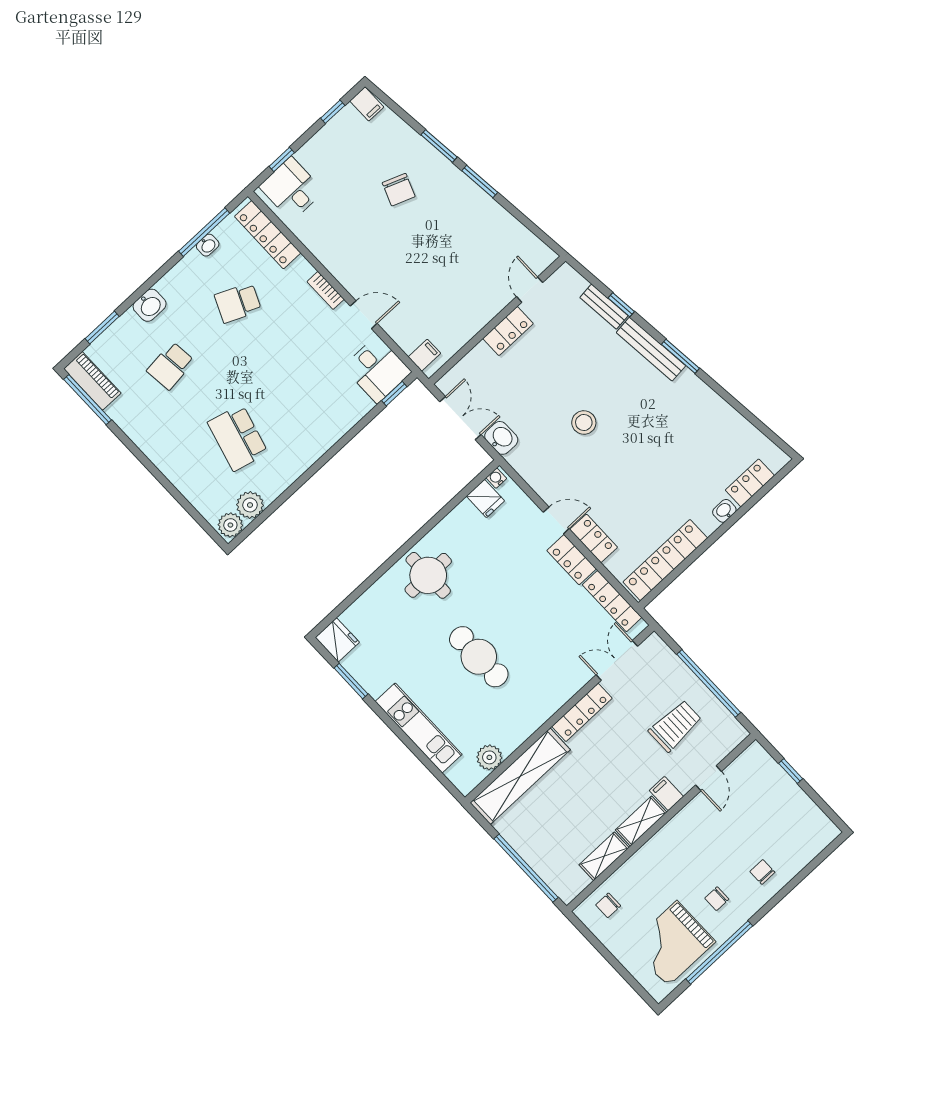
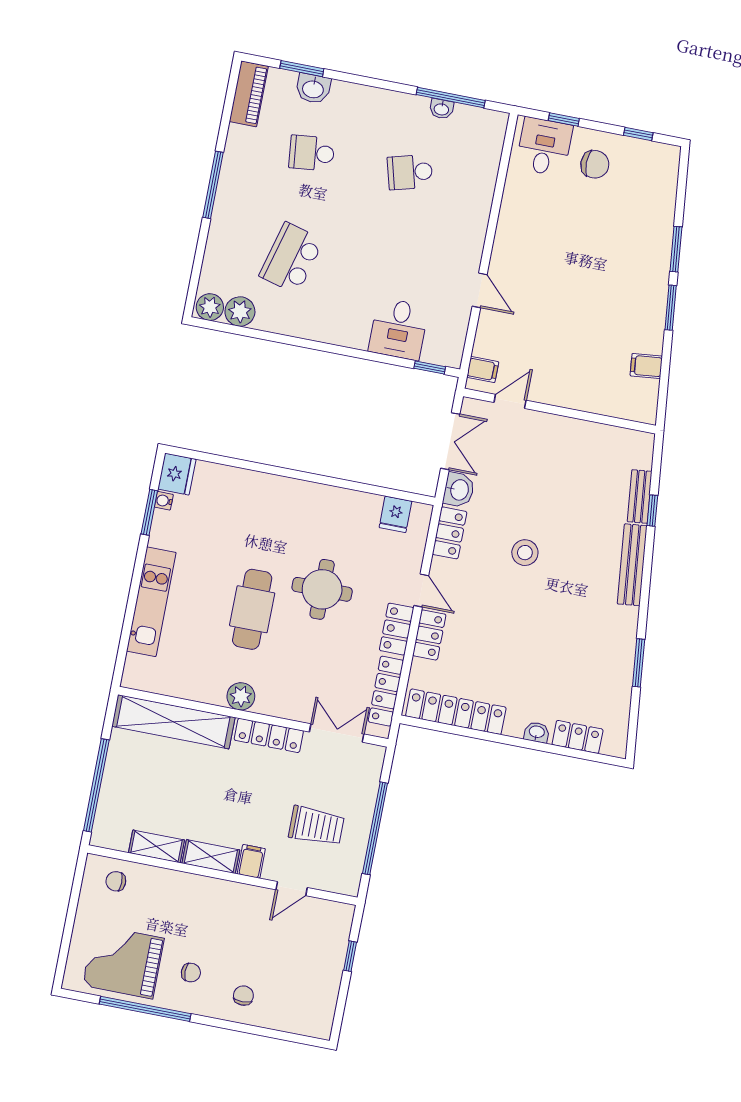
filing cabinet: (367, 104) -> (646, 366), moved, turned 84
chair: (399, 190) -> (595, 164), moved, turned -111
locker: (268, 235) -> (489, 155), removed
bookcase: (326, 290) -> (477, 241), removed
door: (530, 290) -> (510, 401), moved
school desk: (238, 303) -> (410, 172), turned -39
washbasin: (150, 305) -> (313, 89), moved
locker: (508, 331) -> (450, 533), moved, turned -90
window: (680, 356) -> (639, 663), moved
desk: (377, 369) -> (399, 329), moved
window: (88, 400) -> (213, 185), moved
water cooler: (496, 478) -> (164, 501), moved, turned -90
round table: (428, 575) -> (322, 589), moved
plant: (489, 757) -> (241, 696), moved
chair: (717, 899) -> (191, 973), turned 180

